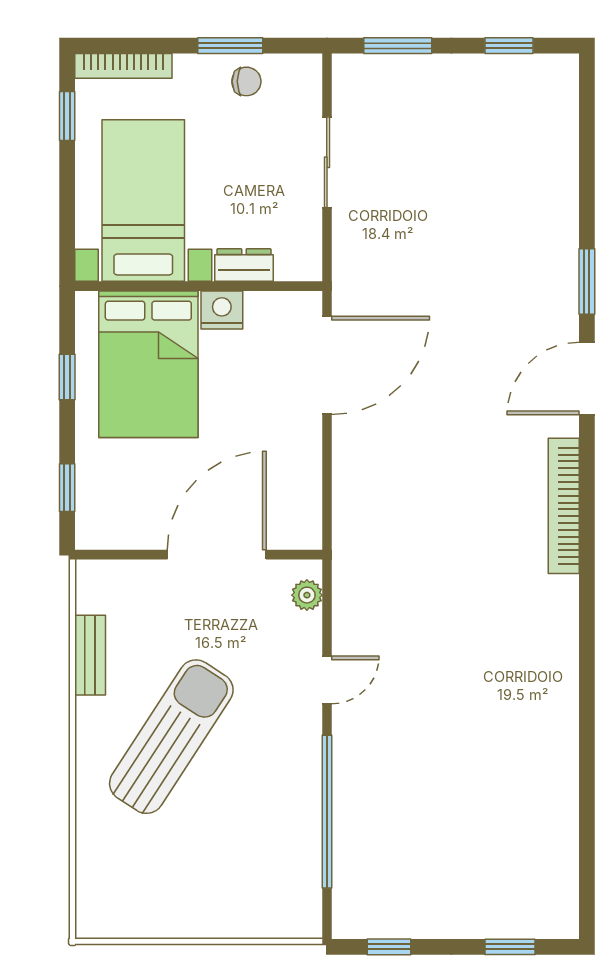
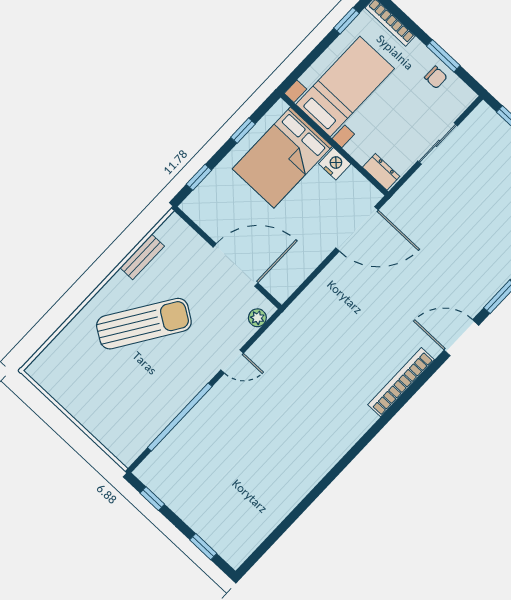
dresser: (244, 265) -> (381, 172), moved

